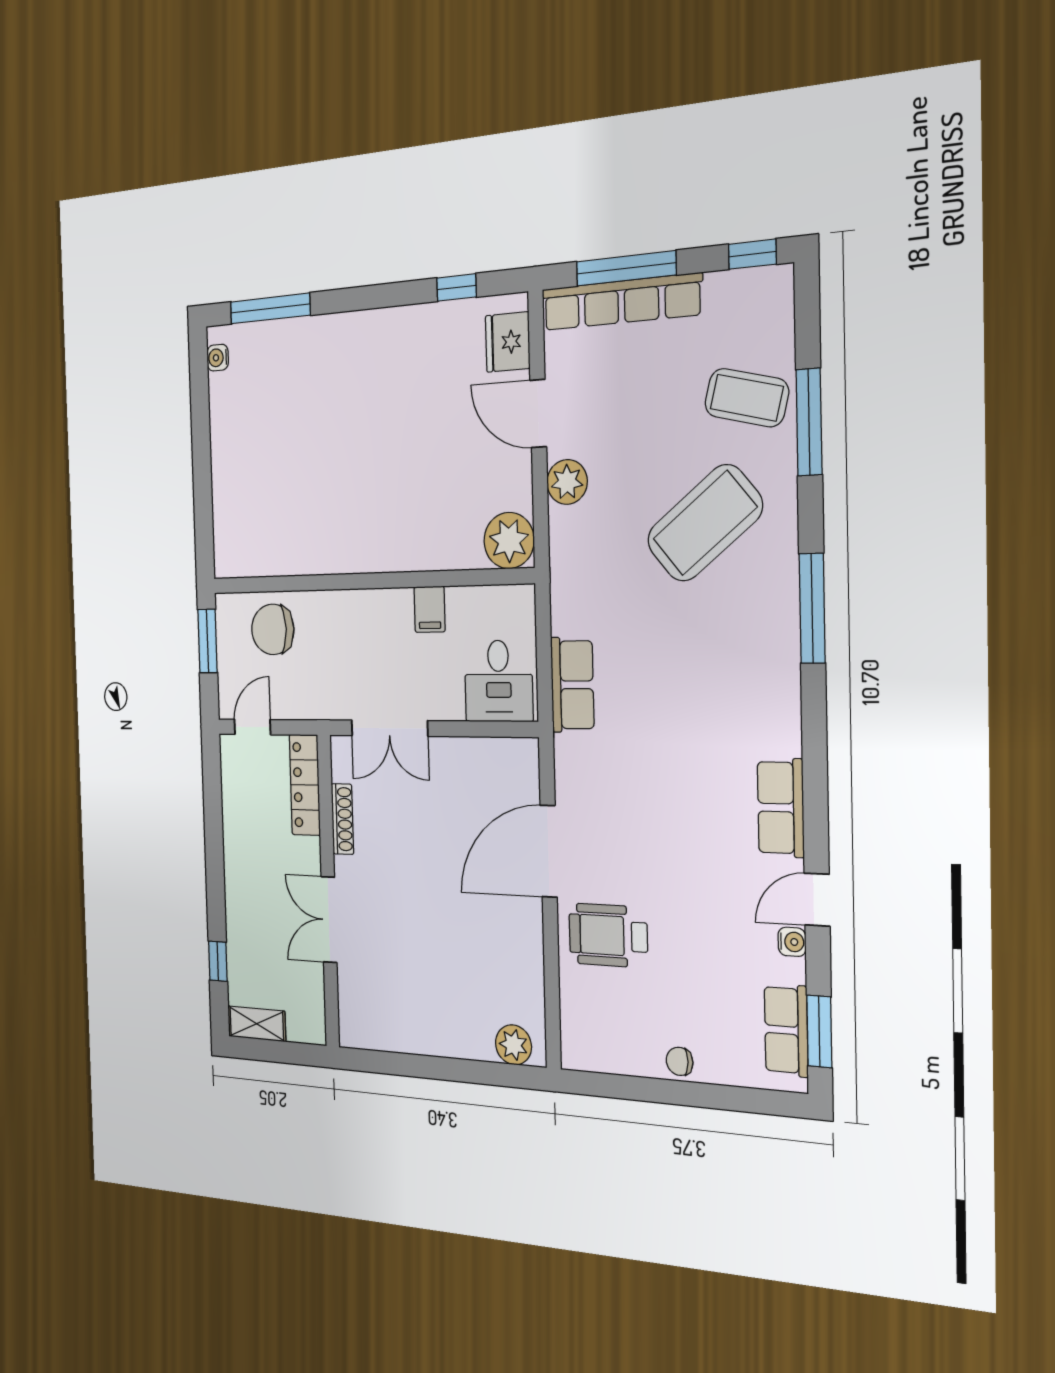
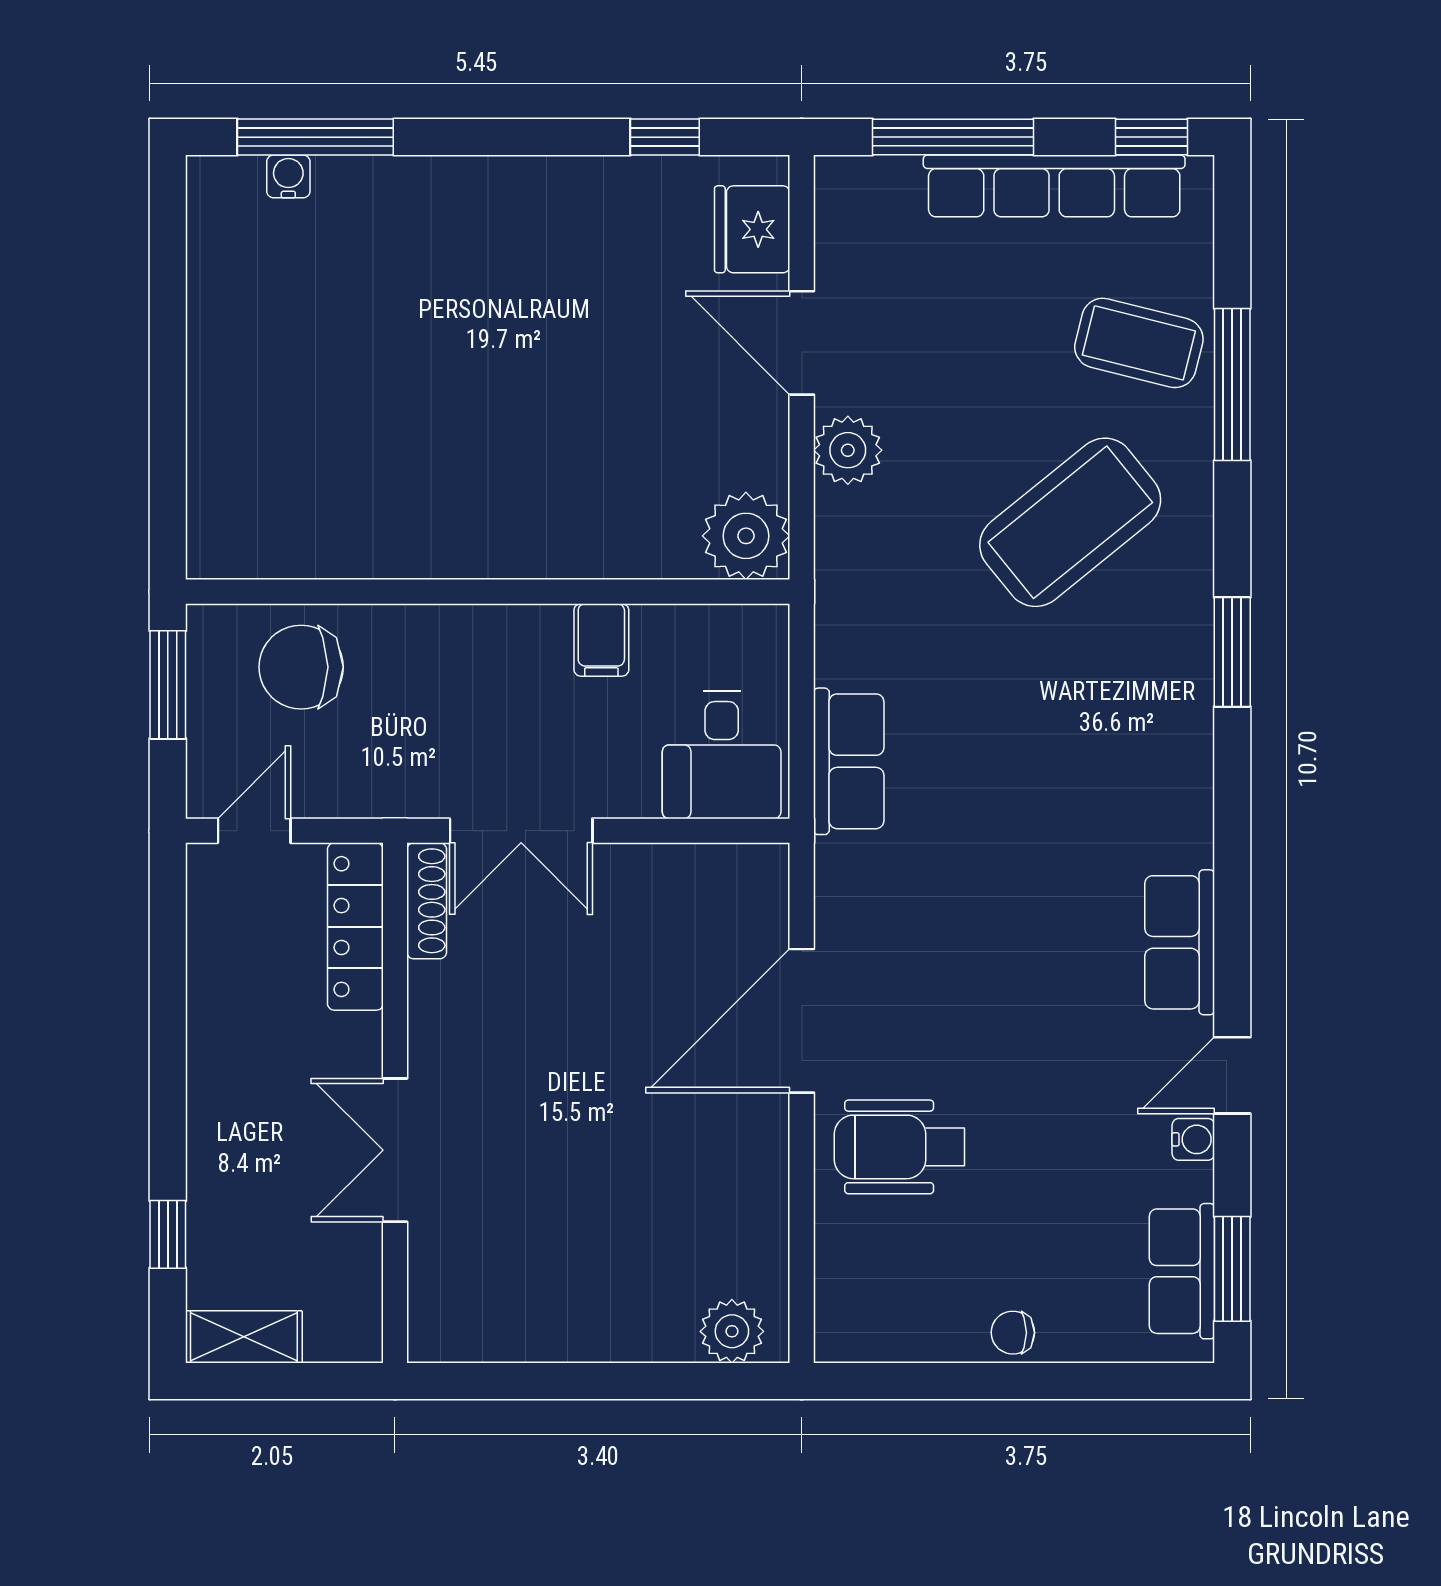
row of seats: (621, 302) -> (1054, 186), moved
water cooler: (218, 358) -> (288, 176), moved, turned 90
window: (812, 608) -> (1232, 652), width x0.69
shoe rack: (342, 819) -> (427, 901), moved

